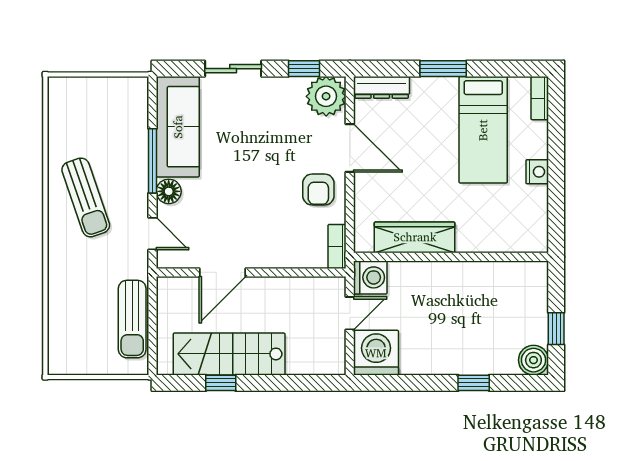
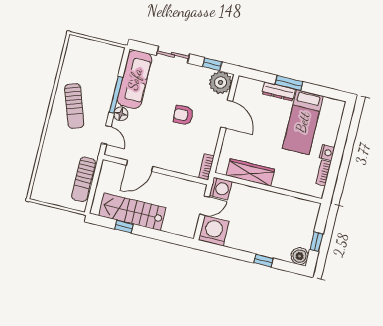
dresser: (382, 87) -> (279, 91), moved
bookcase: (540, 98) -> (324, 173), moved
armchair: (318, 189) -> (183, 115), moved, turned 87

